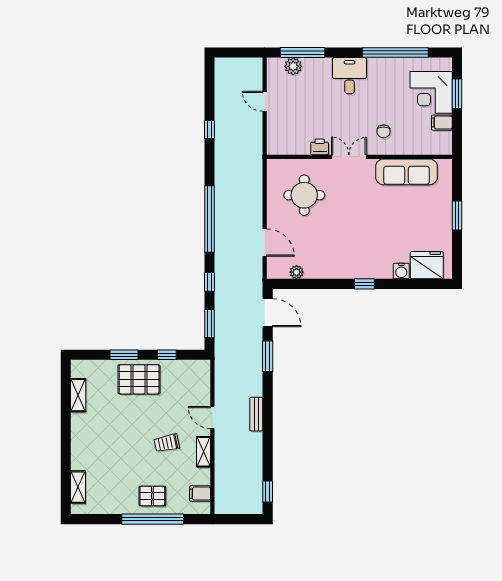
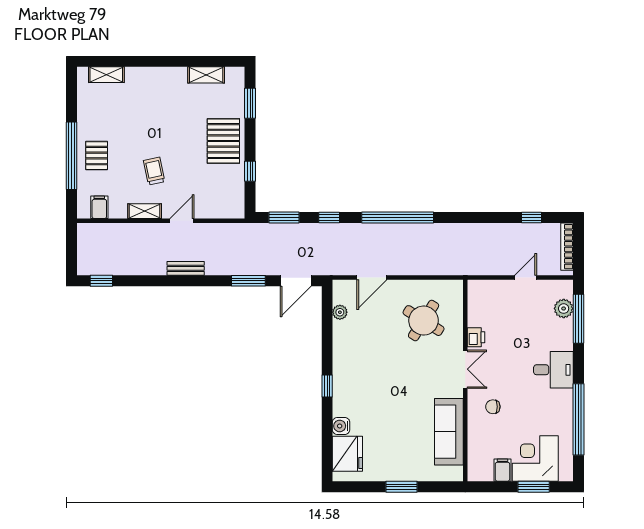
bookcase: (236, 63) -> (567, 247), added
window: (209, 129) -> (532, 218), moved
round table: (304, 195) -> (424, 321), turned 32
window: (124, 355) -> (250, 103), moved

